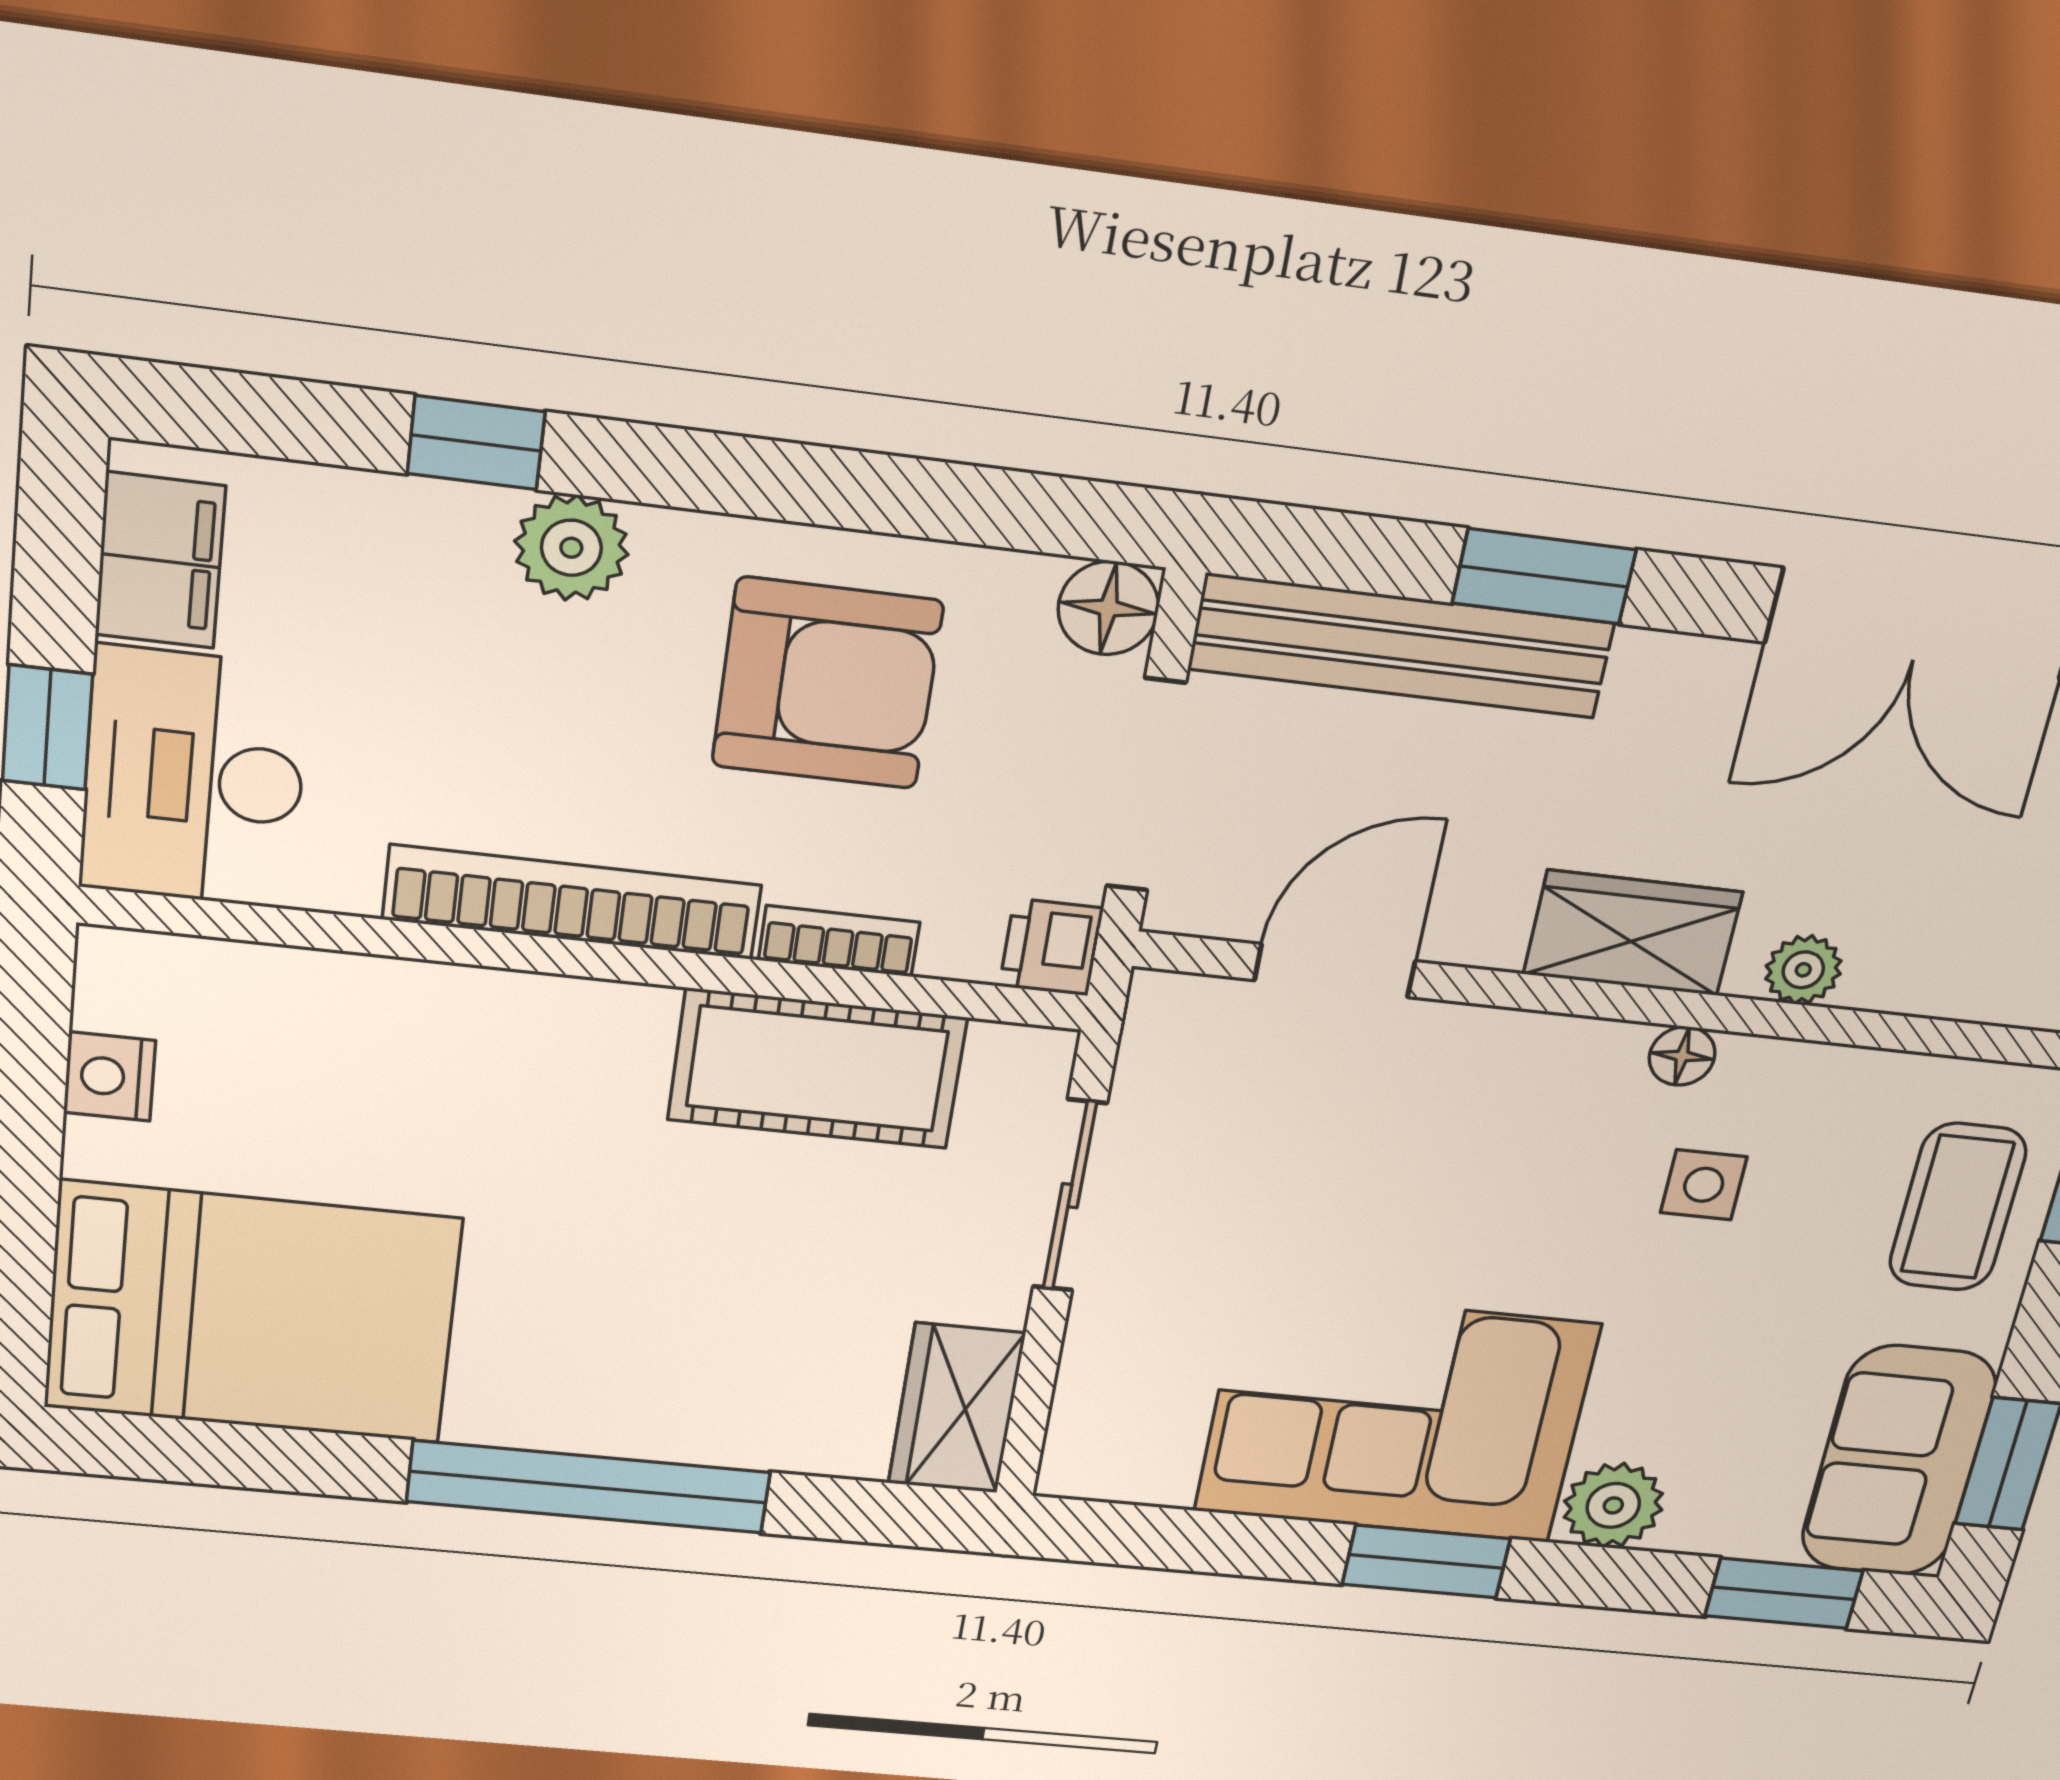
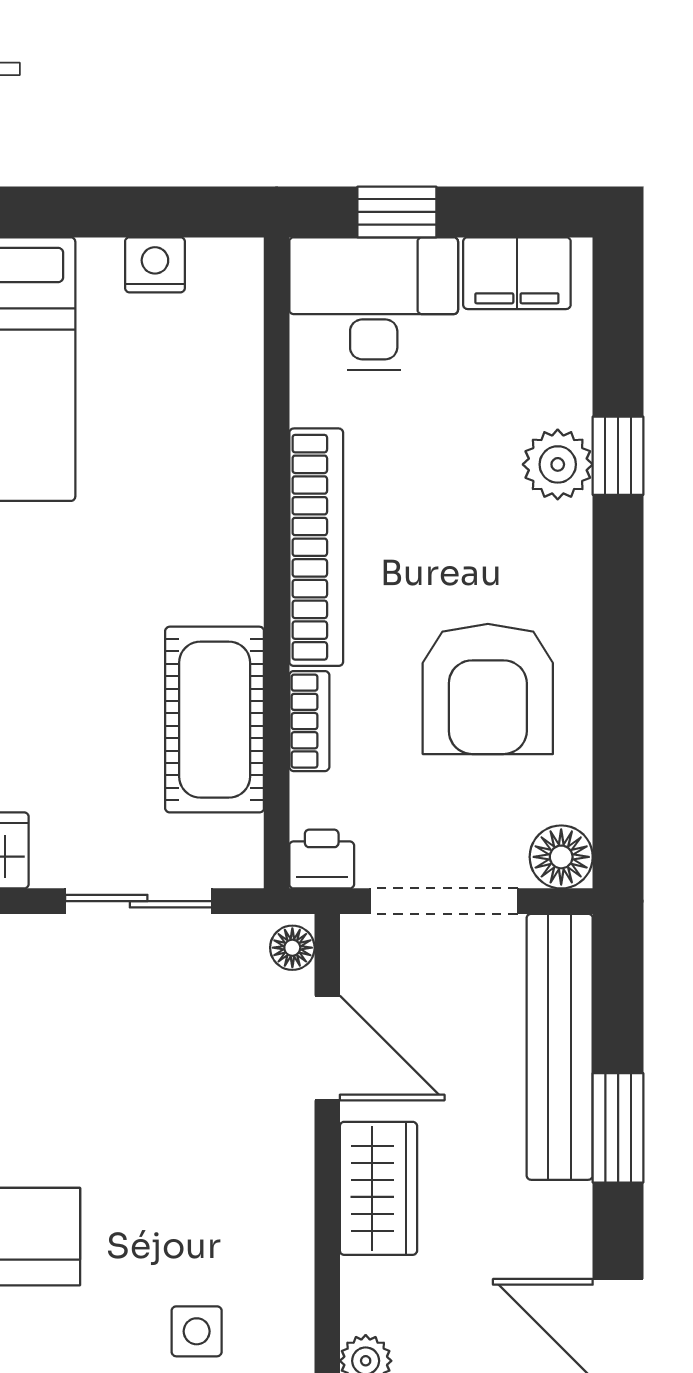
plant: (571, 548) -> (558, 464), moved
wardrobe: (1633, 933) -> (378, 1188), moved
floor lamp: (1682, 1056) -> (292, 948), moved

